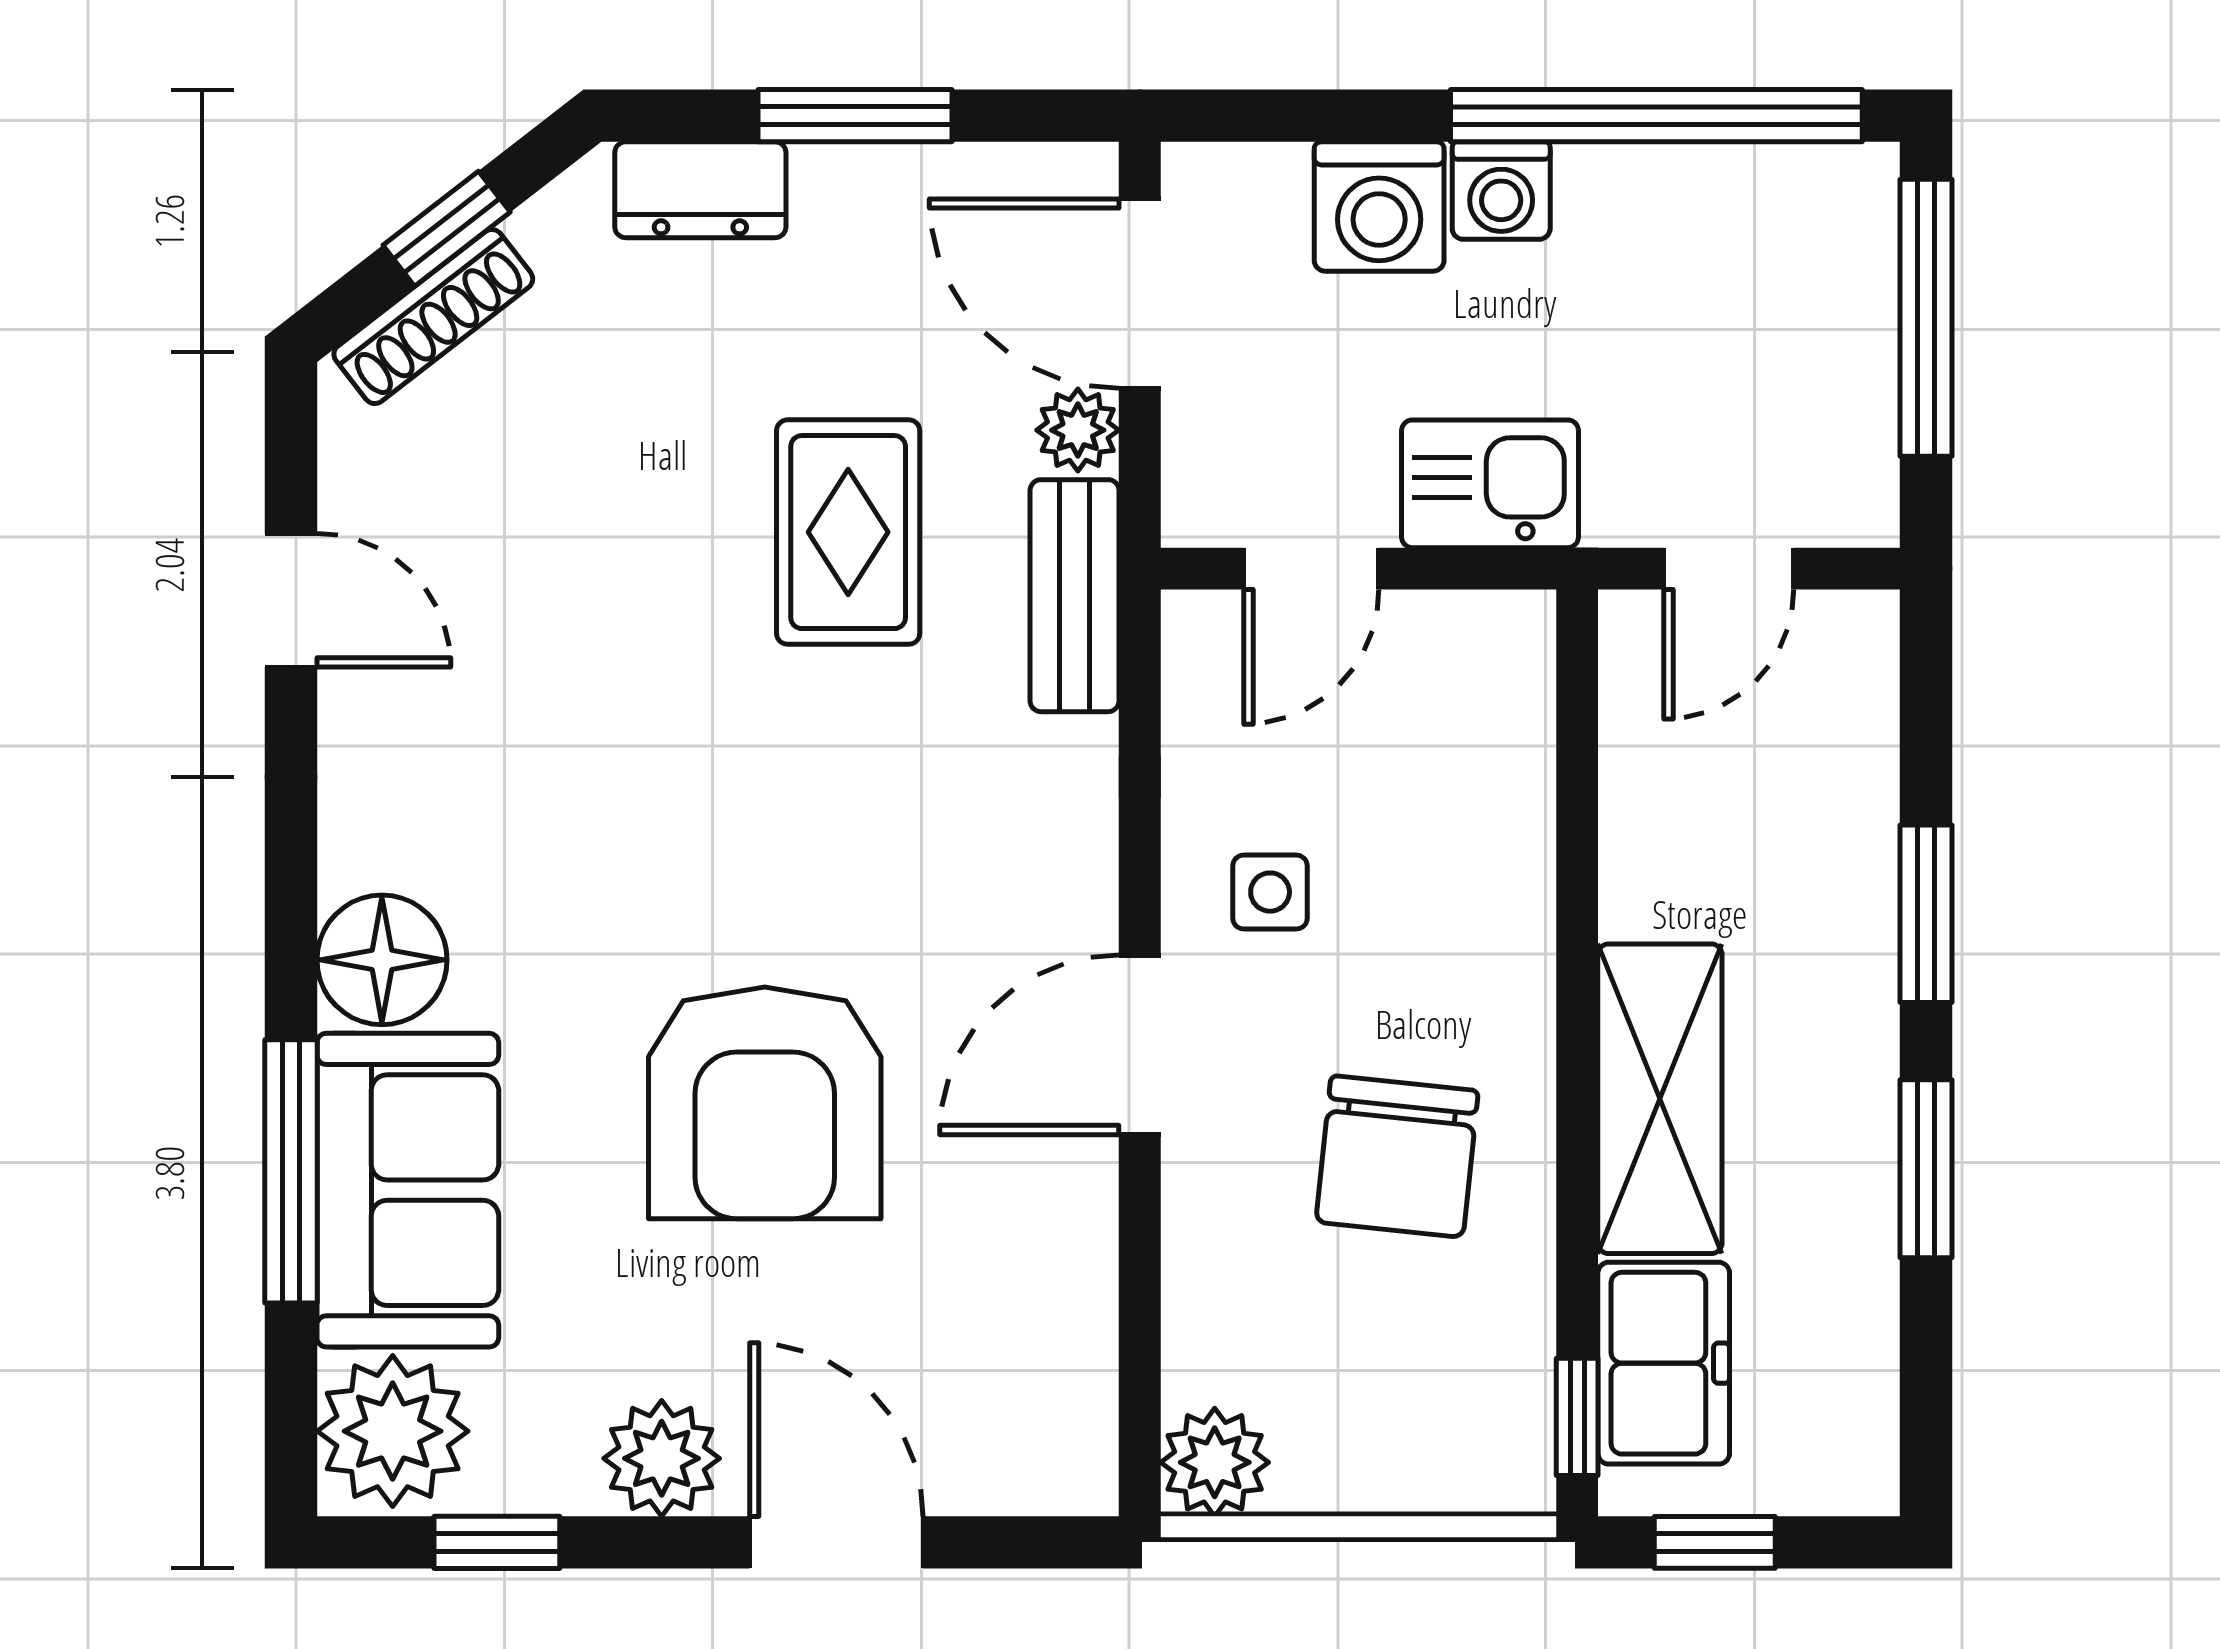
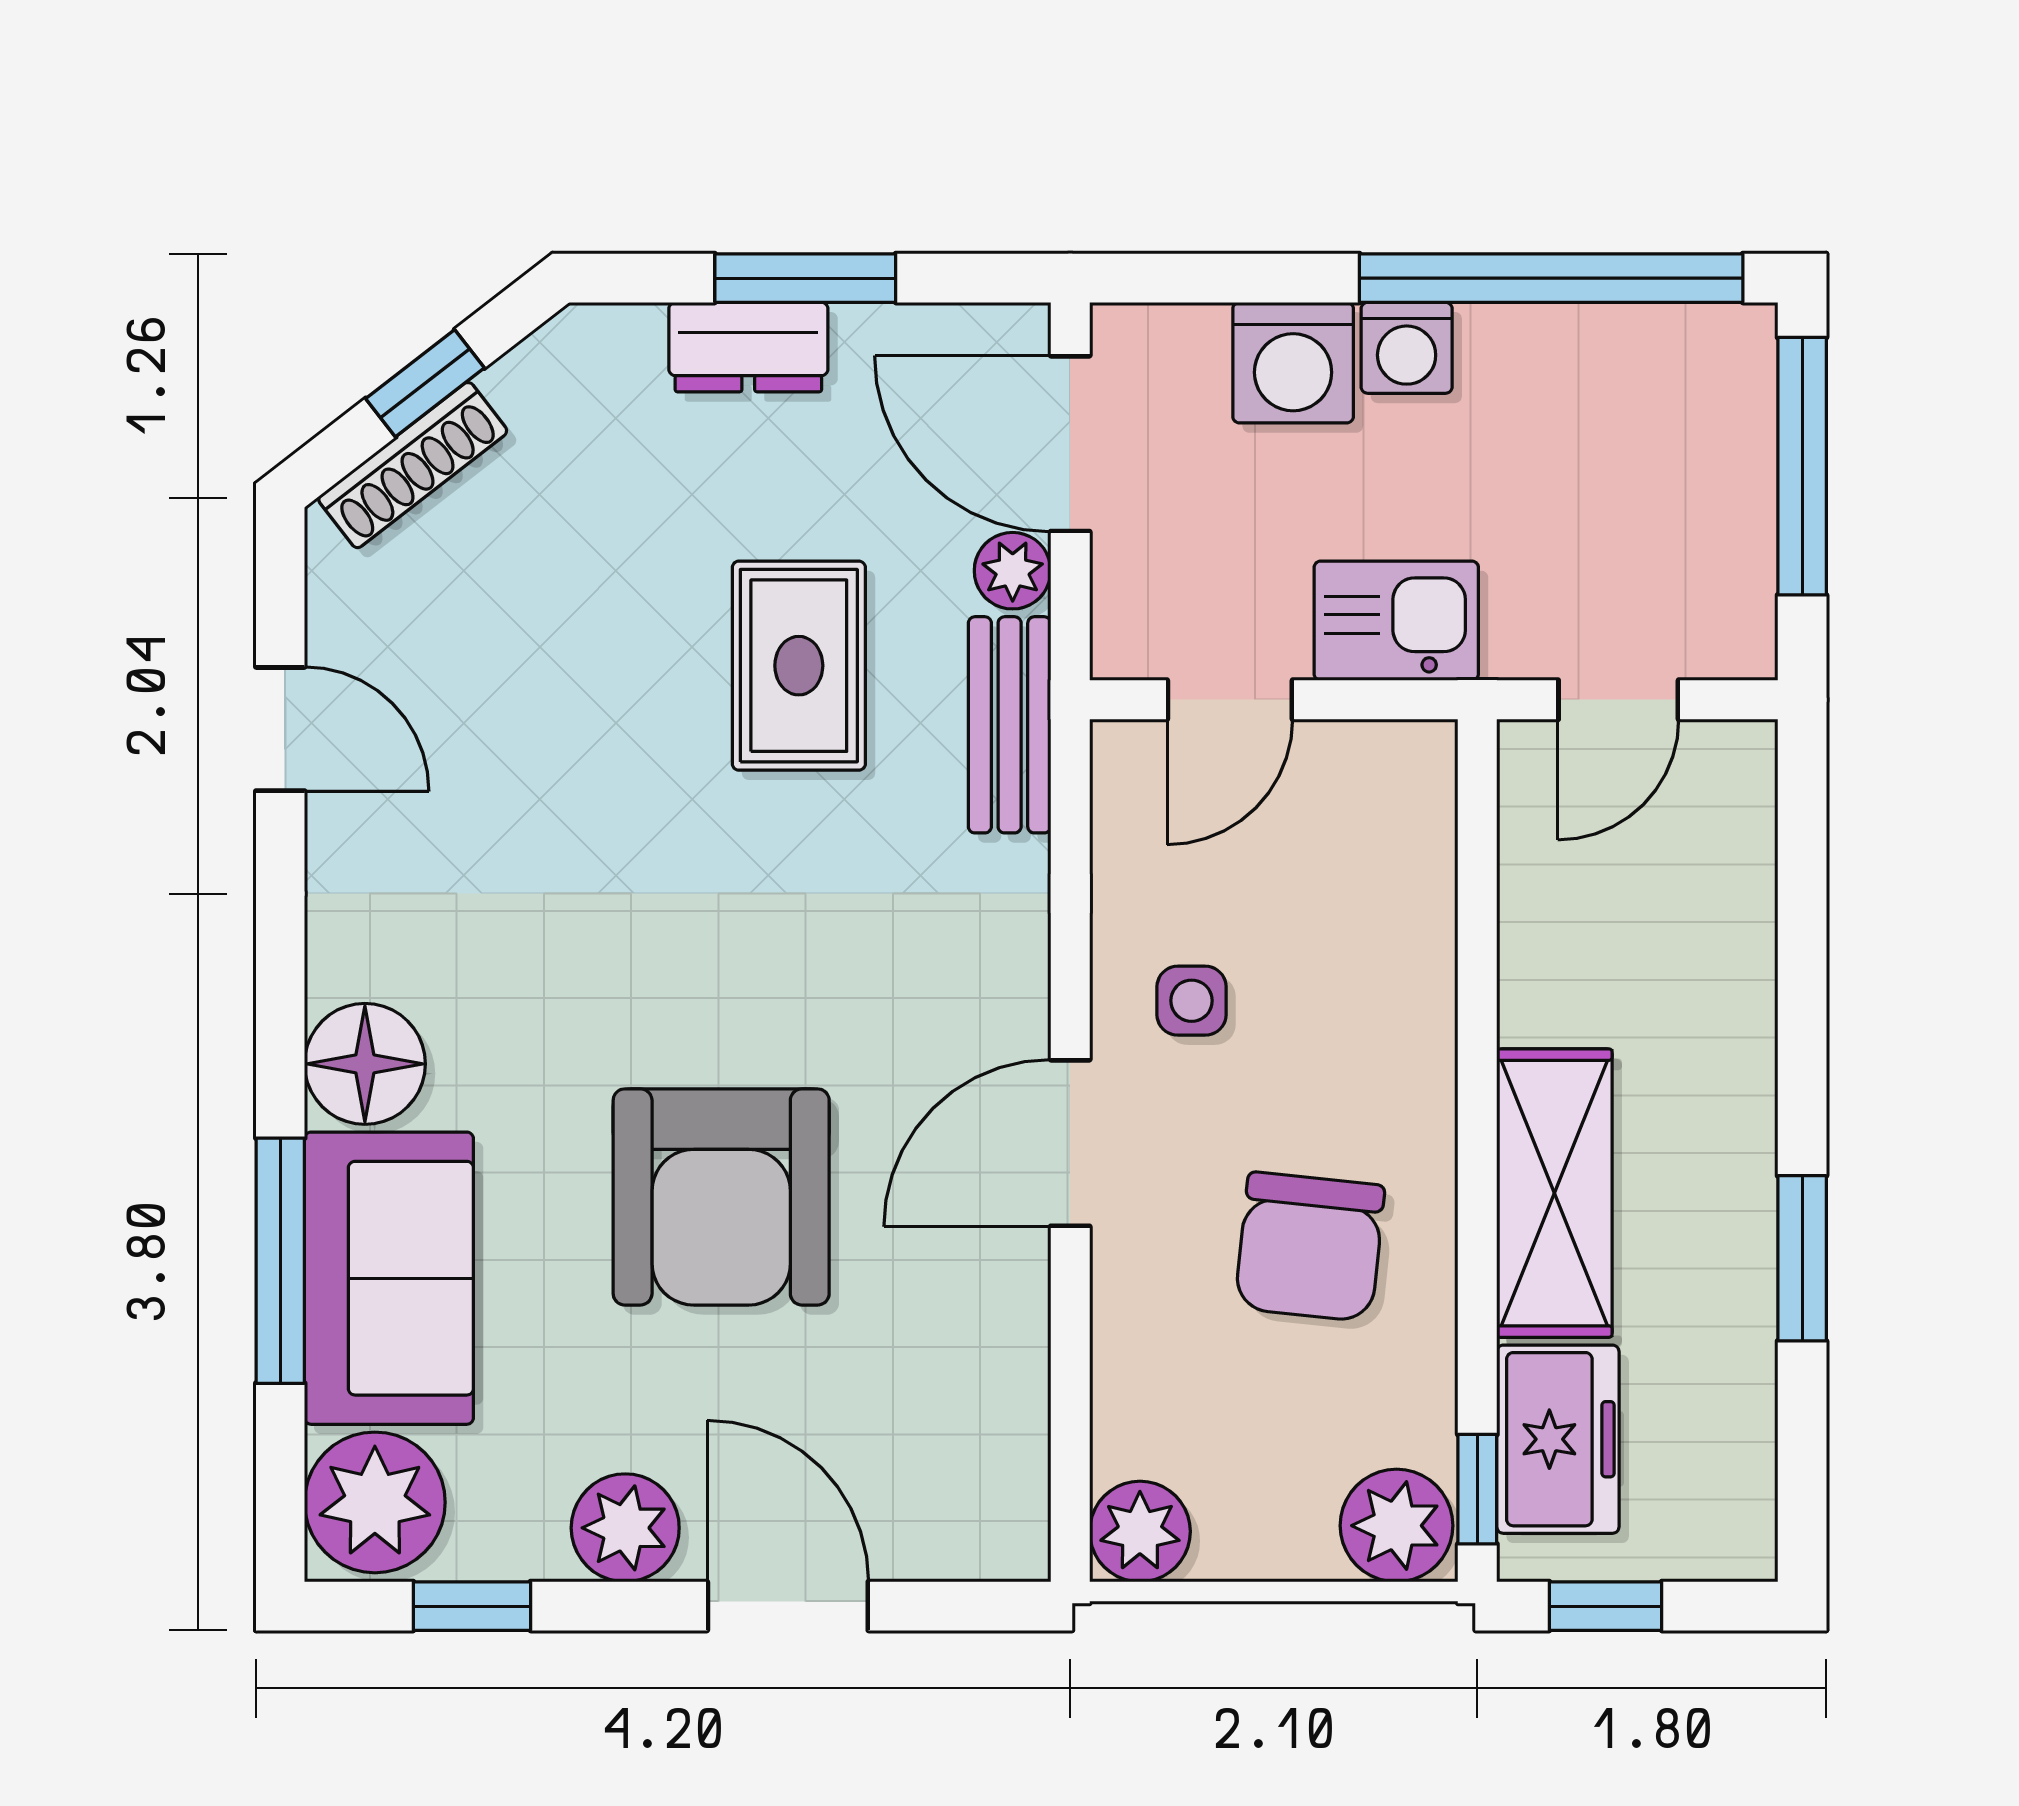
dresser: (700, 190) -> (748, 347), moved
window: (1926, 914) -> (1802, 1021), removed
plant: (1490, 1456) -> (1397, 1526), added

